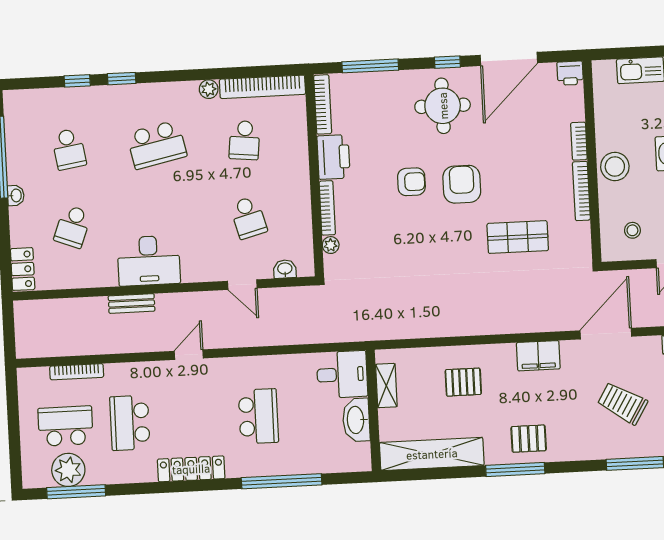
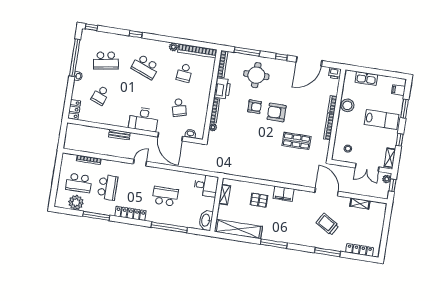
window: (77, 81) -> (91, 27), moved
round table: (443, 106) -> (256, 75), moved
school desk: (157, 145) -> (145, 67), turned 33
school desk: (69, 149) -> (106, 61), width x1.85
stool: (615, 166) -> (347, 105), moved
armchair: (462, 184) -> (277, 112), turned -90
desk: (149, 261) -> (144, 119), moved
door: (242, 285) -> (170, 137), width x1.87
door: (606, 334) -> (327, 192), hinge flipped
filing cabinet: (538, 356) -> (284, 194), moved
school desk: (258, 416) -> (165, 196), turned -90
washbasin: (356, 420) -> (206, 220), moved
school desk: (130, 423) -> (108, 187), turned 180
school desk: (66, 426) -> (79, 183), turned 180
pallet: (529, 439) -> (283, 231), removed
window: (76, 492) -> (96, 216), moved

